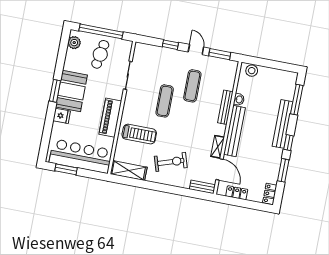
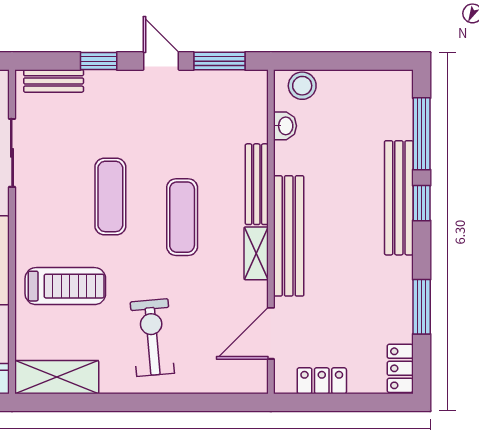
exercise mat: (192, 86) -> (182, 217), moved
washbasin: (239, 99) -> (285, 126), moved
window: (289, 143) -> (422, 203), moved
shelving: (218, 147) -> (256, 253), moved
exercise bike: (171, 162) -> (152, 338), turned -77
door: (220, 169) -> (271, 333), swing flipped
bench: (202, 187) -> (54, 81), moved

